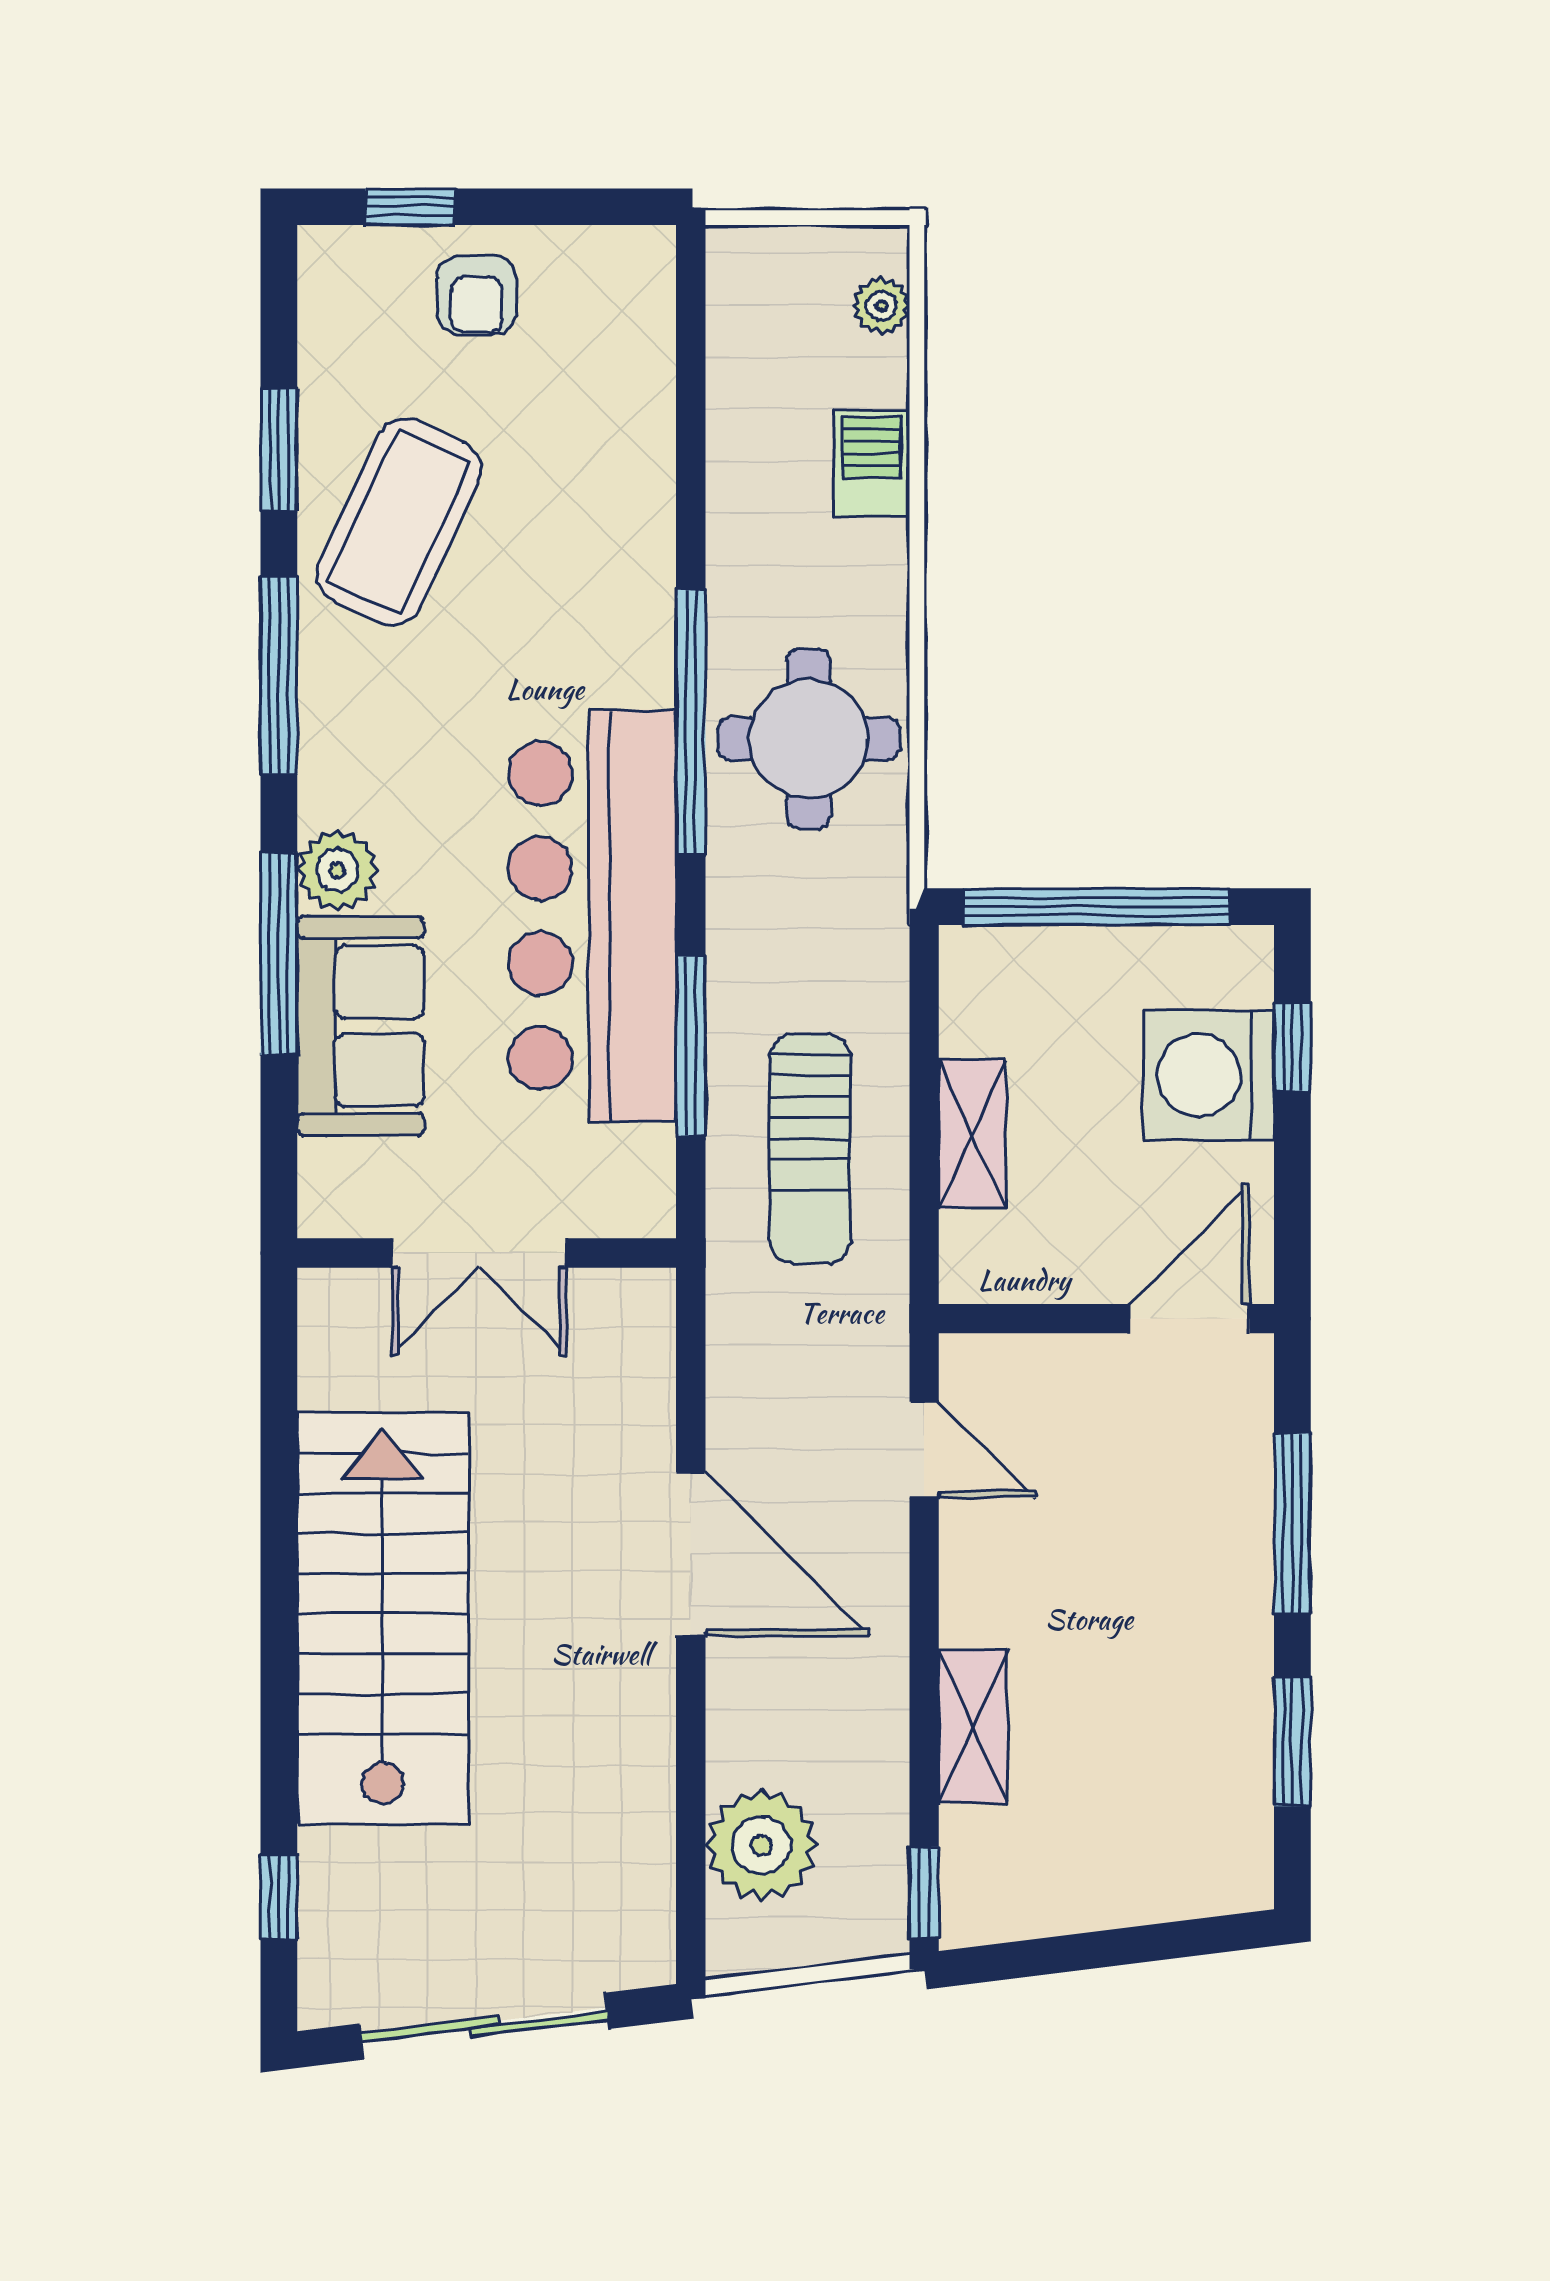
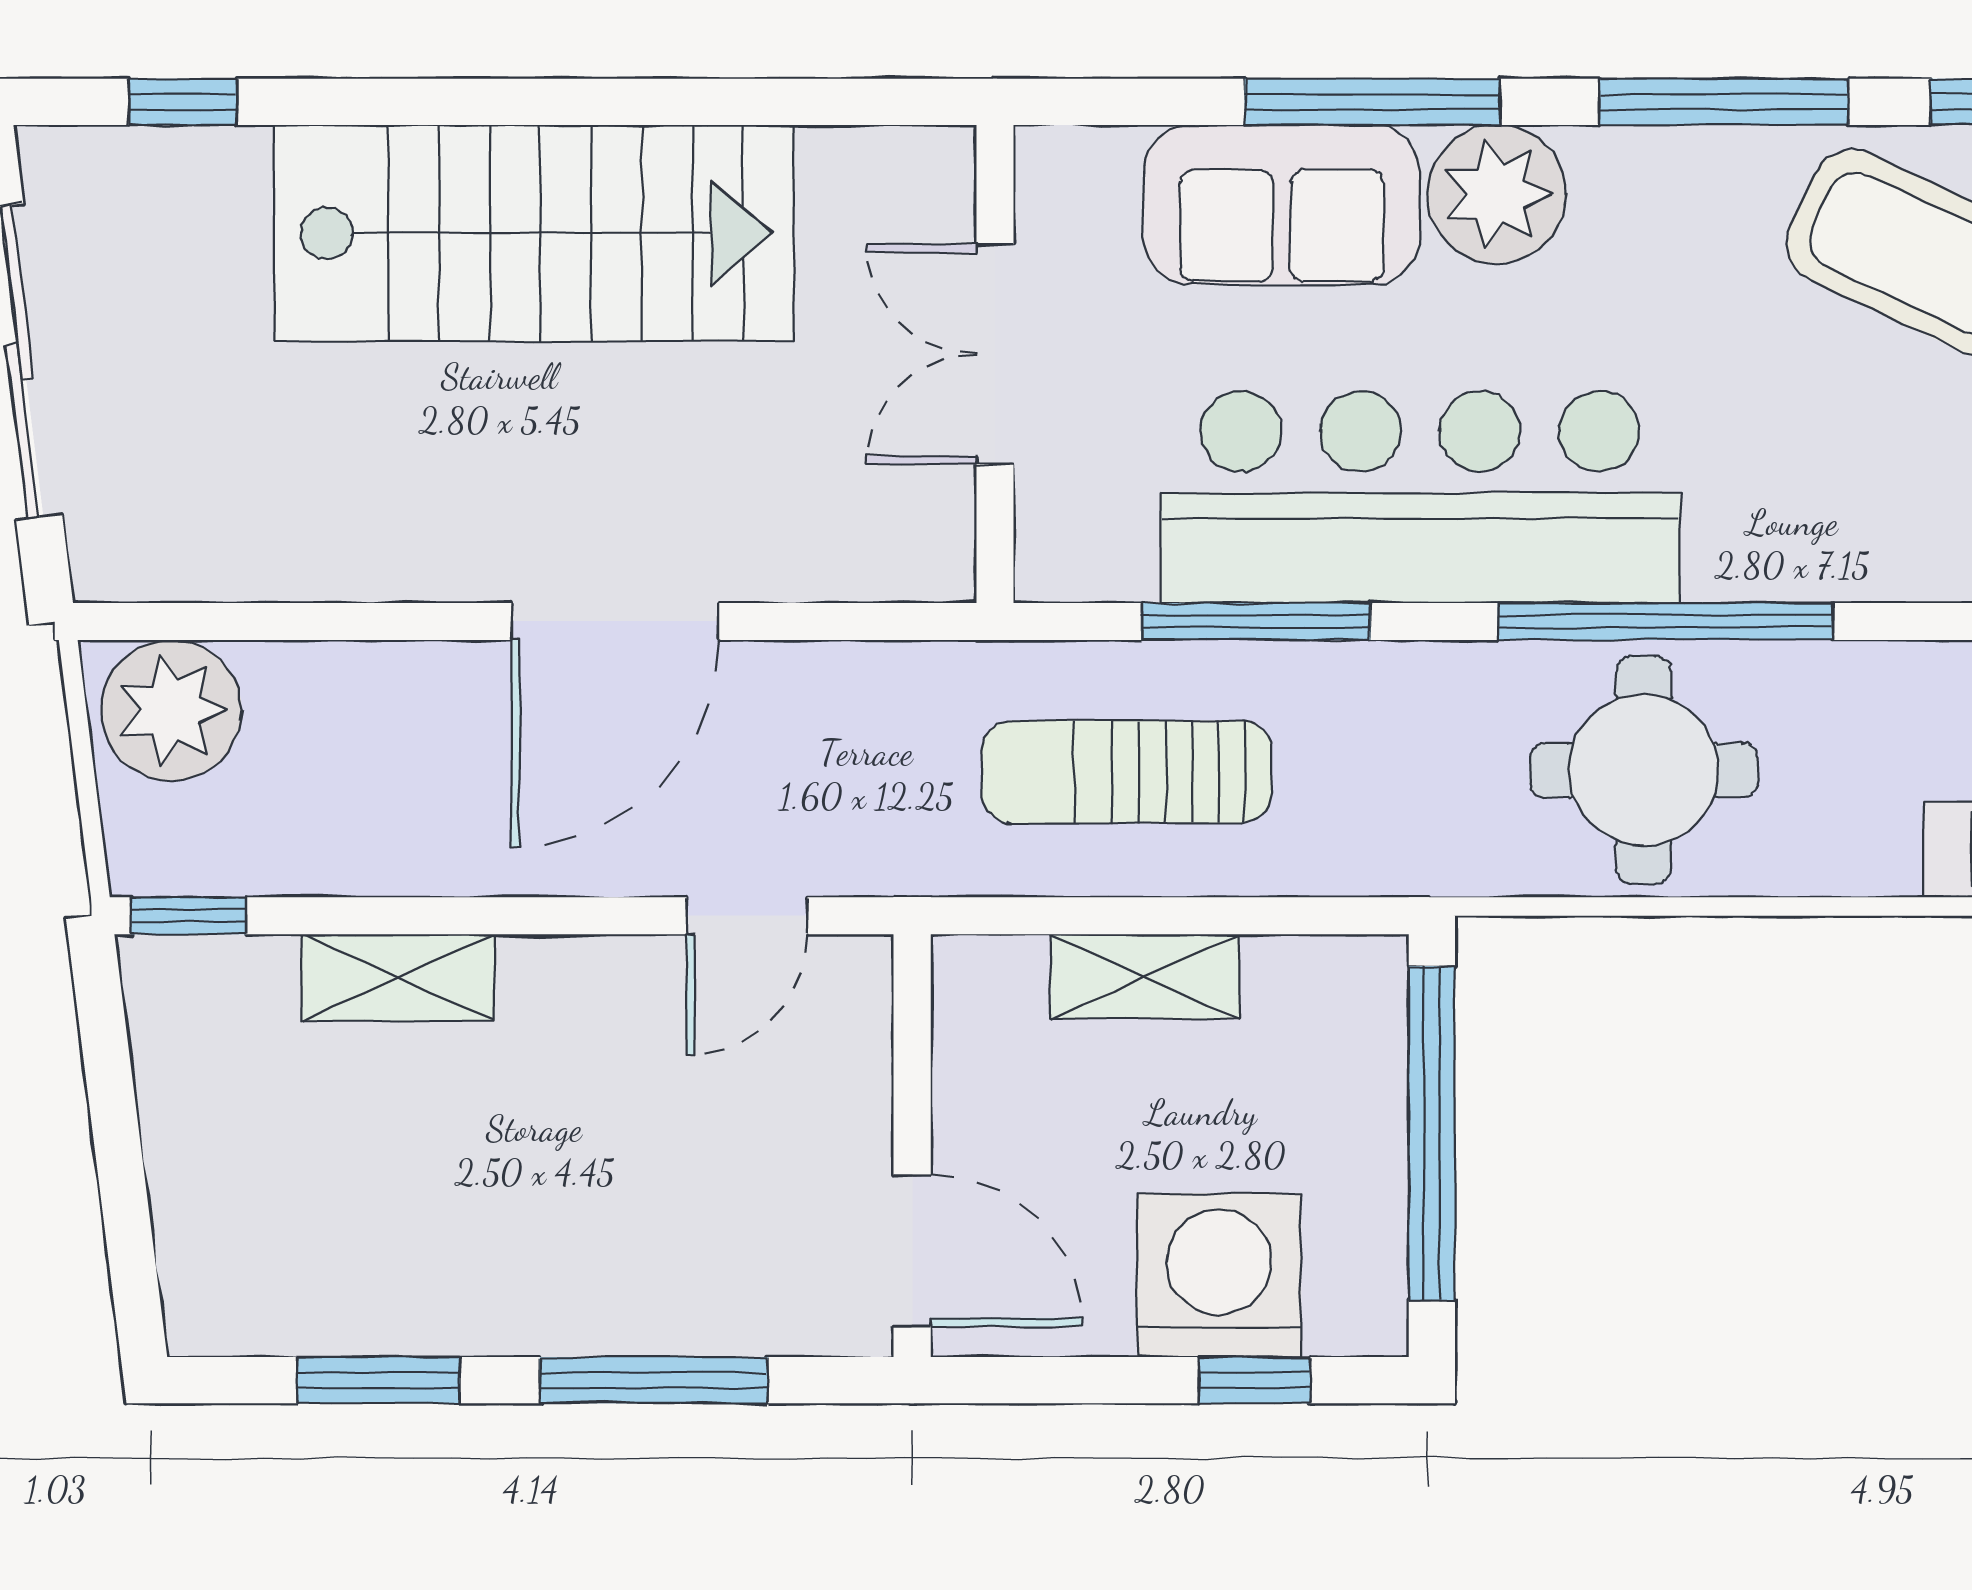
plant: (337, 870) -> (1497, 194), width x1.36, depth x1.36
plant: (761, 1845) -> (171, 710), moved

